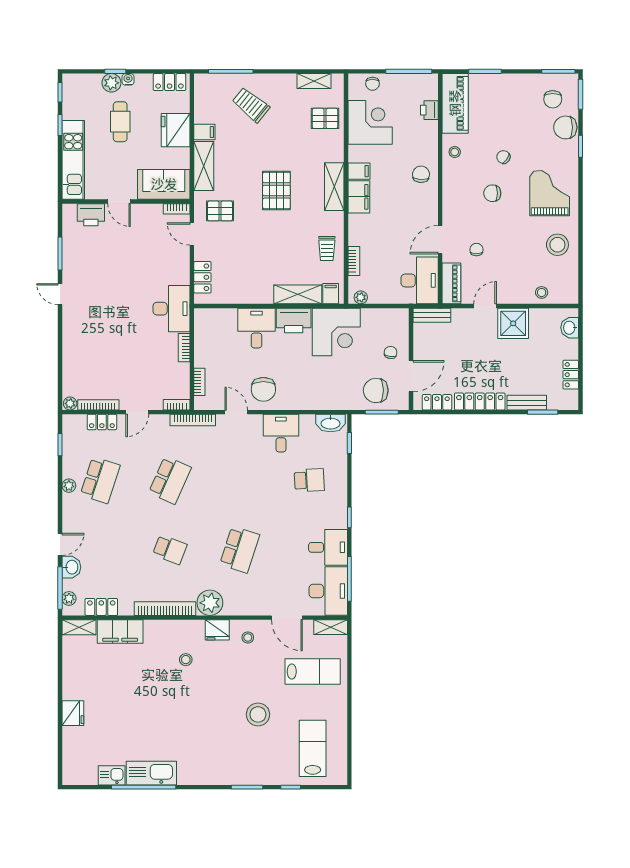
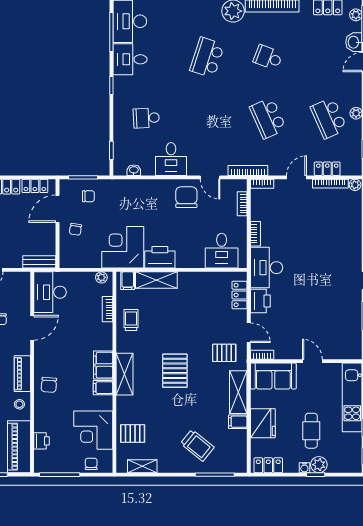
printer: (91, 215) -> (260, 301), moved, turned 90
piano: (451, 283) -> (22, 374), moved
desk: (257, 328) -> (222, 251), moved
chair: (376, 390) -> (88, 196), width x0.54, depth x0.54
washbasin: (330, 423) -> (134, 170), width x0.52, depth x0.69
school desk: (100, 480) -> (329, 118), turned -42
school desk: (170, 480) -> (268, 118), turned -48

